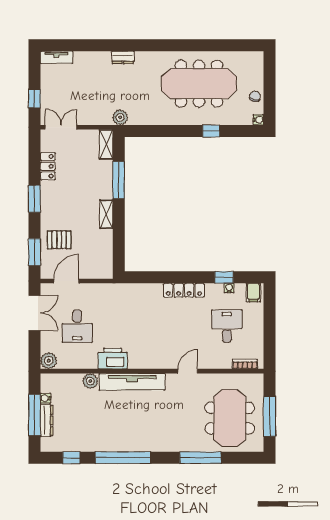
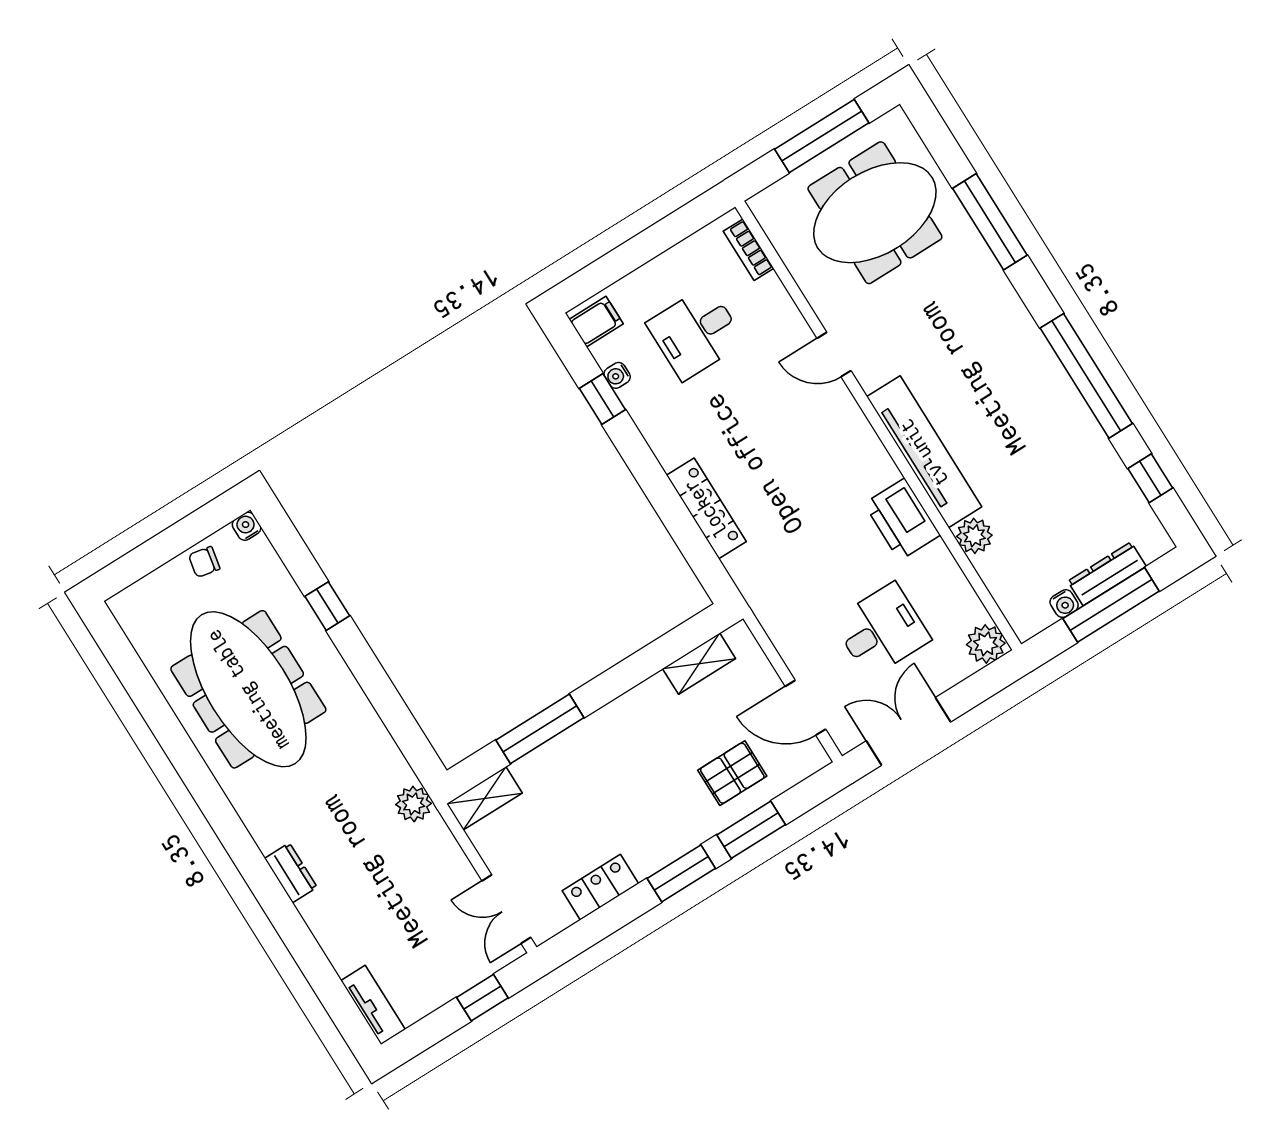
shelving: (106, 214) -> (699, 664), moved
pallet: (59, 240) -> (732, 773), turned 90
window: (34, 252) -> (751, 830), moved
locker: (184, 290) -> (706, 508), moved

